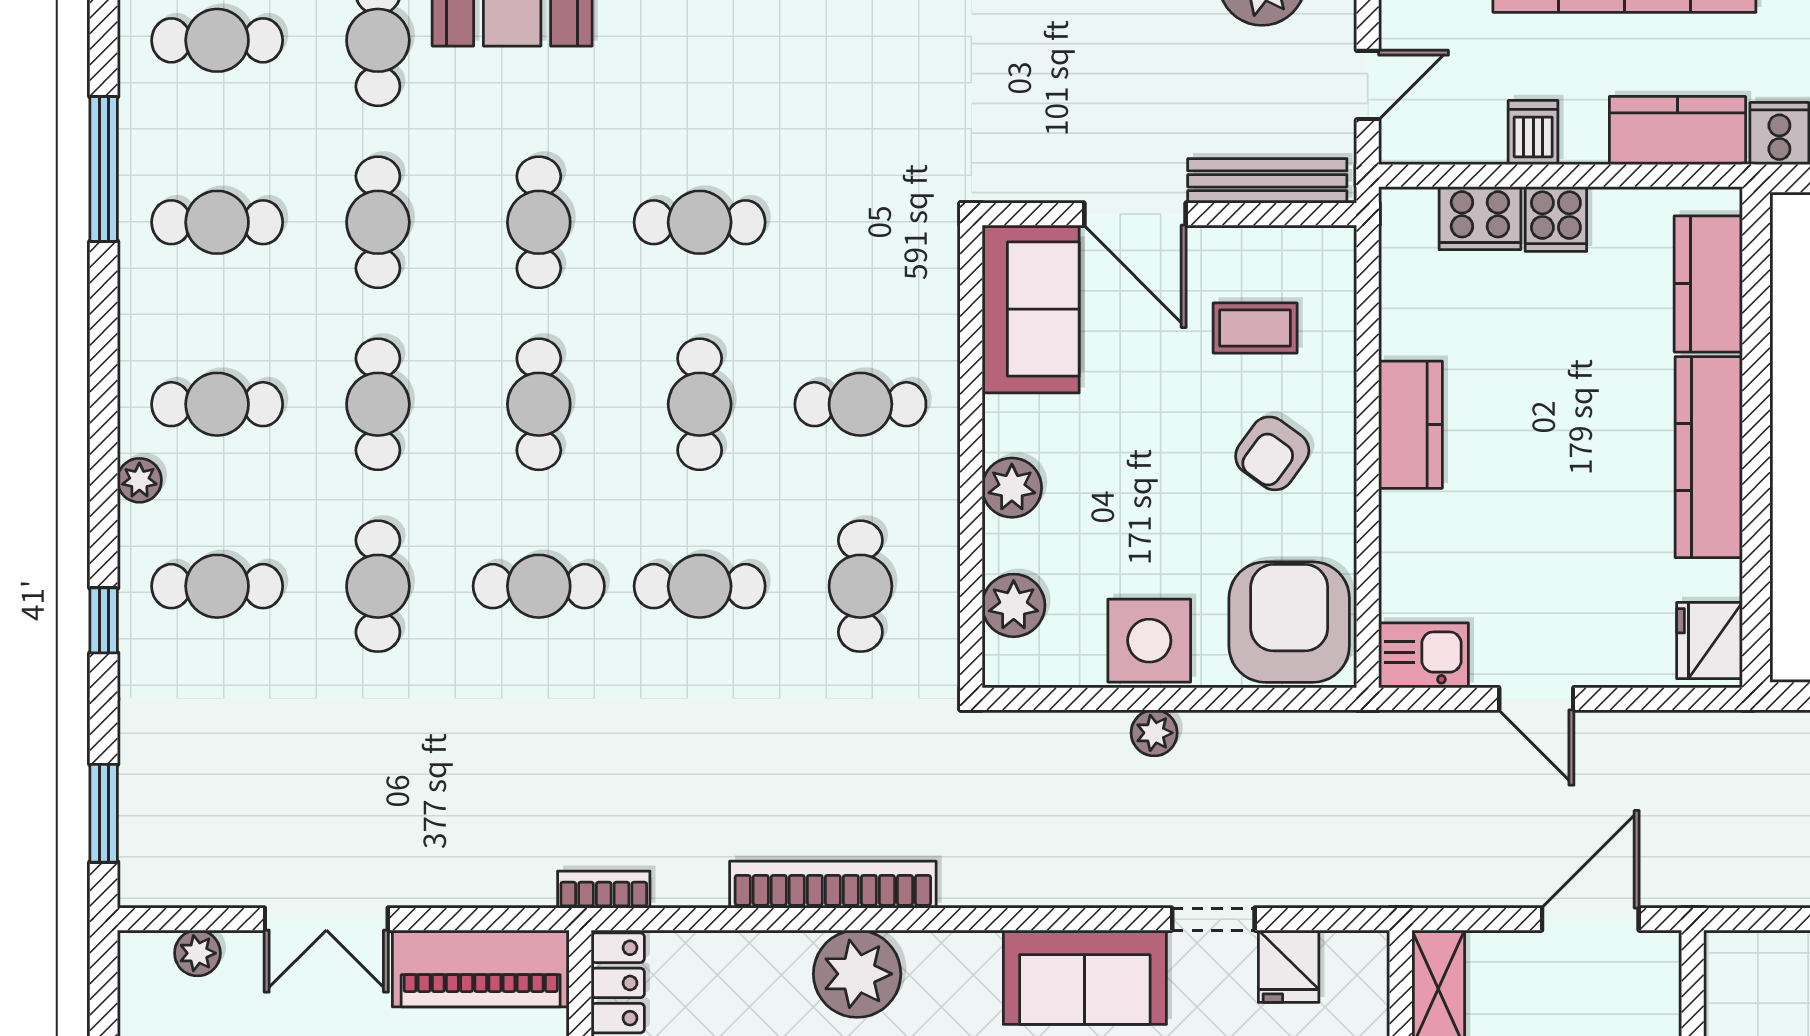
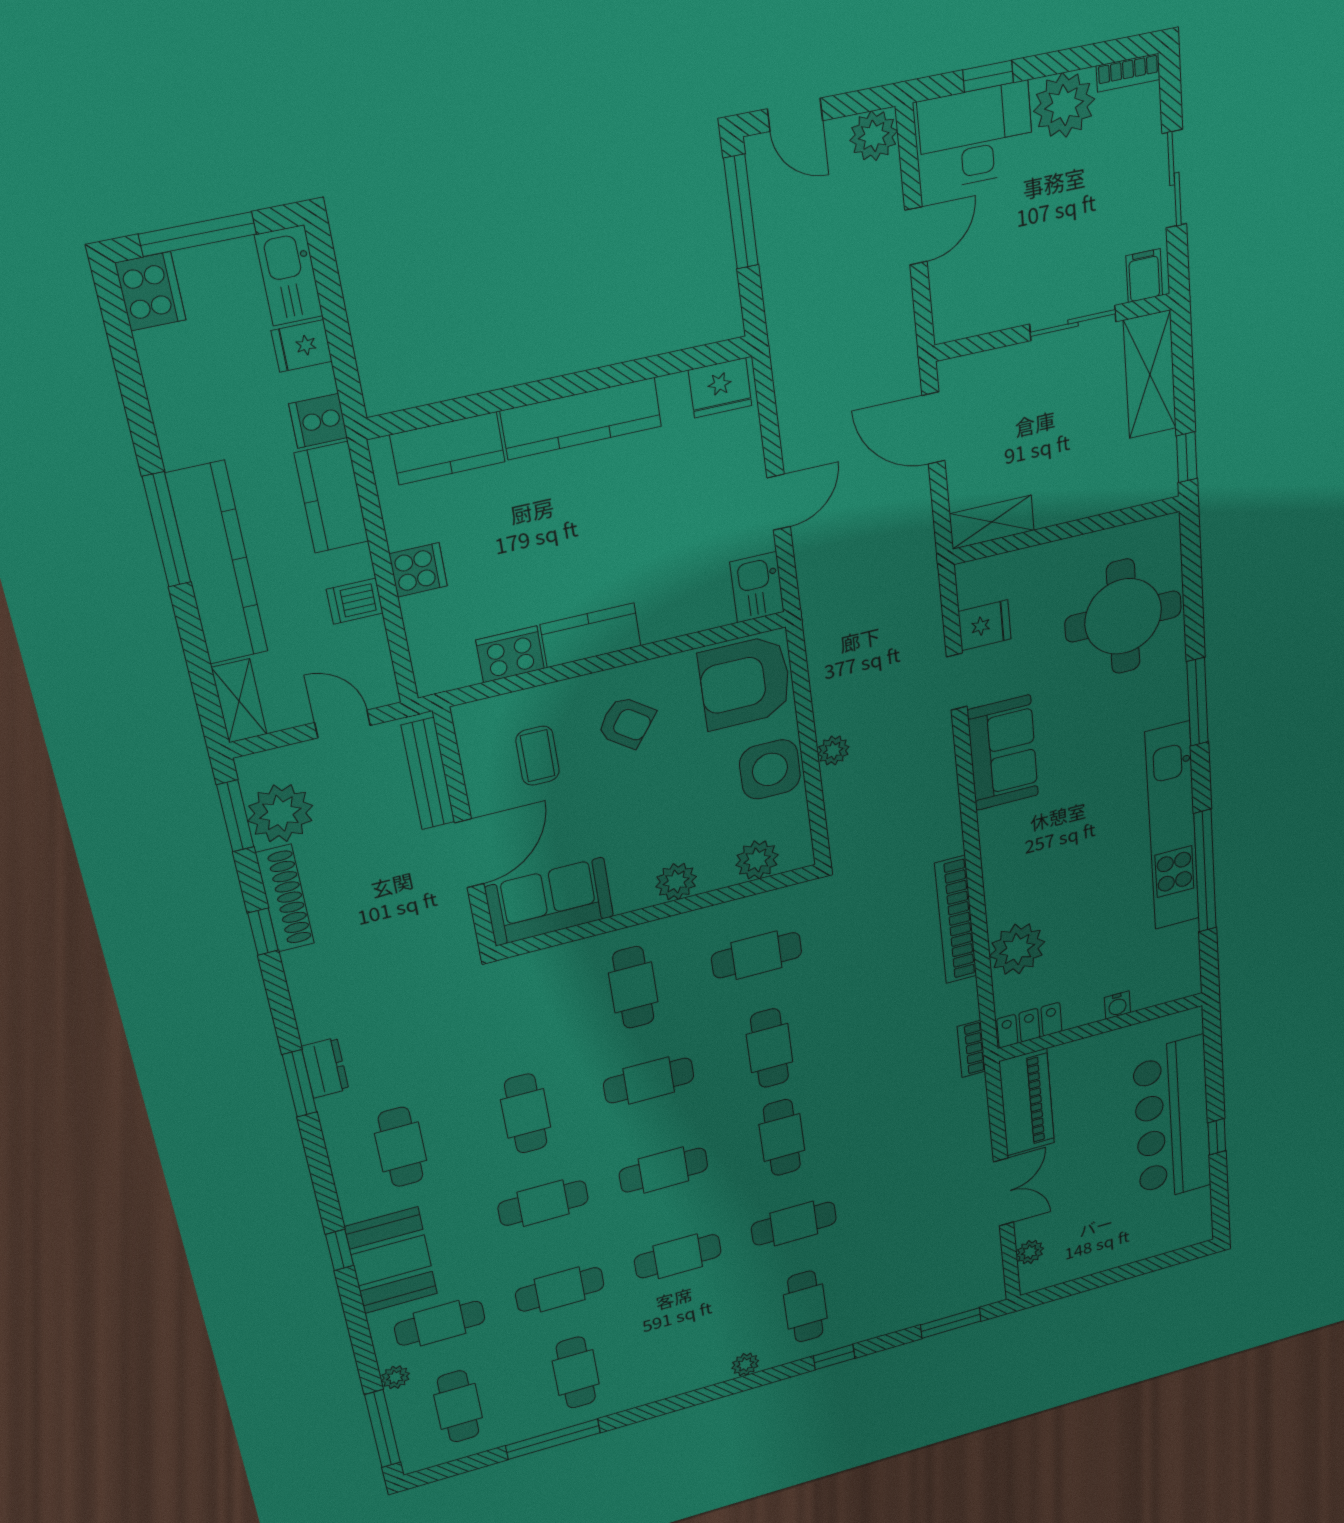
cooker: (1480, 218) -> (510, 654), moved, turned -90
cafe table: (217, 404) -> (401, 1147), moved
plant: (857, 974) -> (1017, 949), moved

